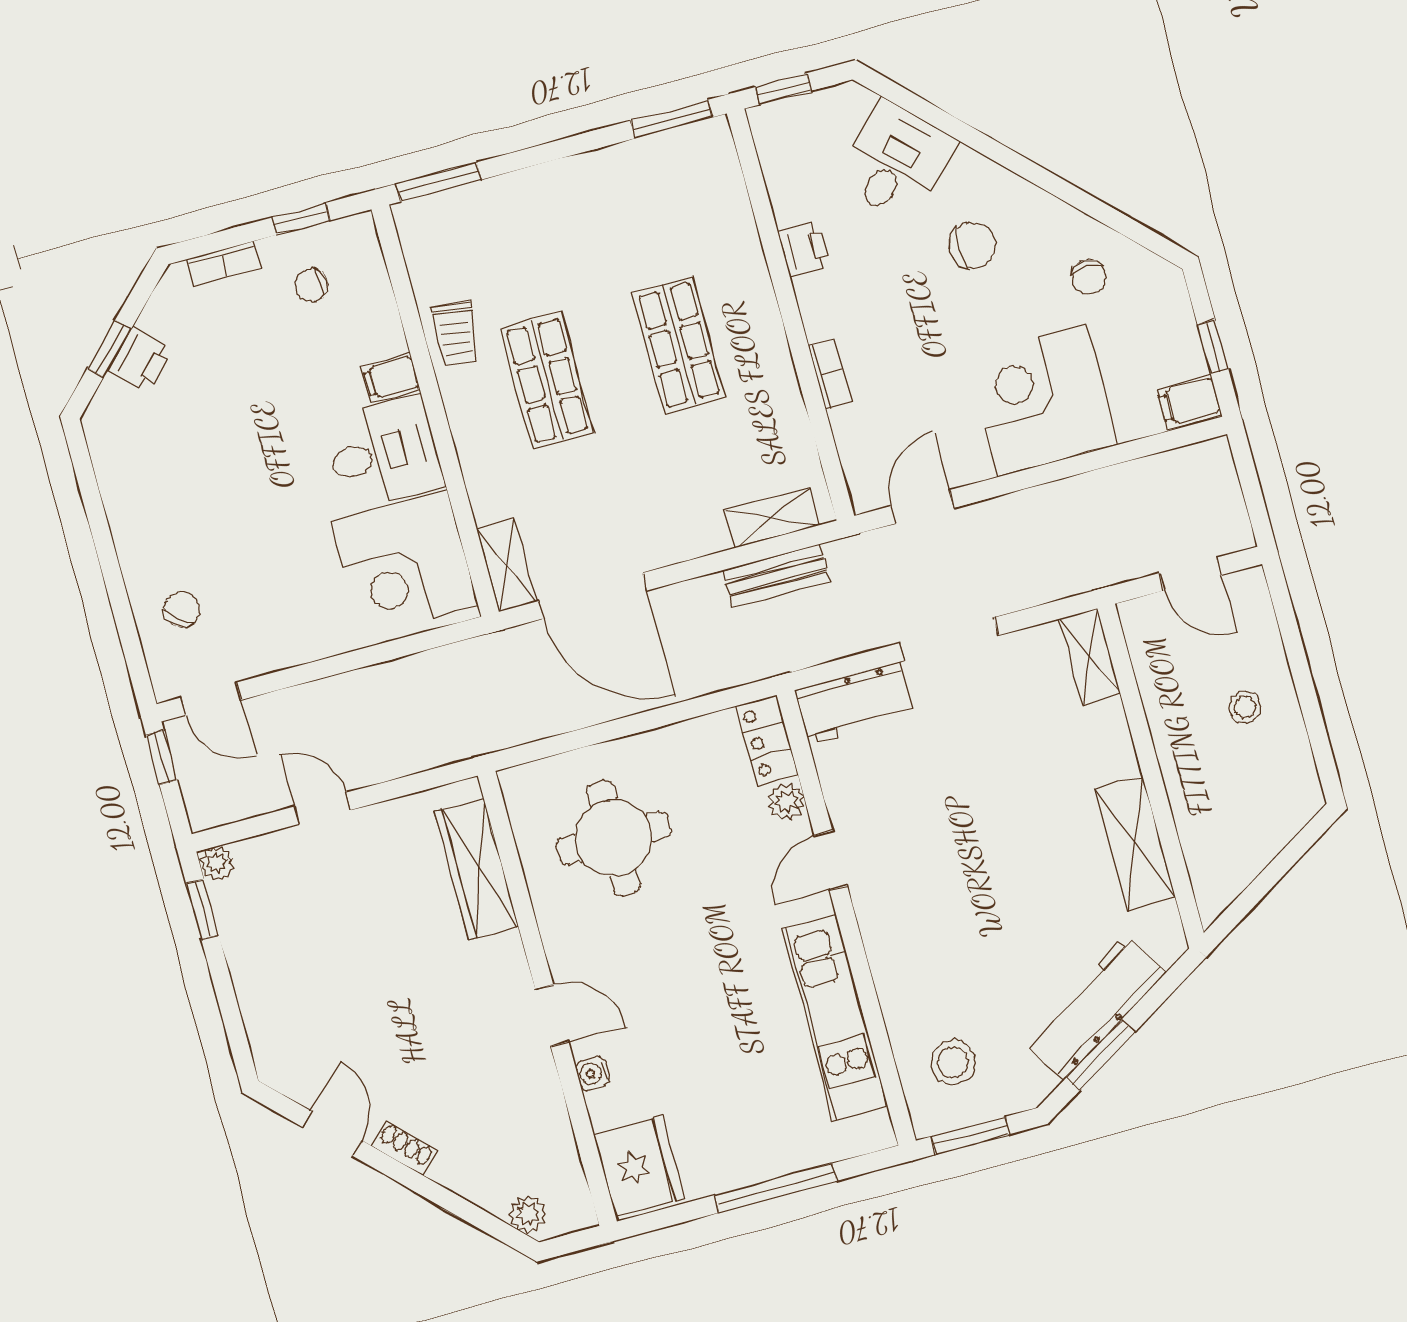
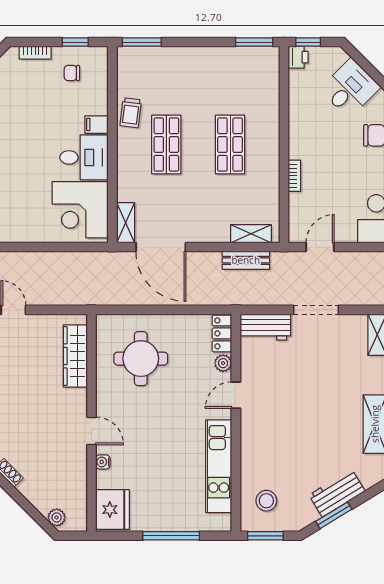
printer: (804, 249) -> (298, 57), moved
workbench: (1095, 1007) -> (337, 493), width x0.73

